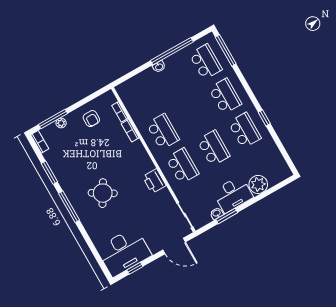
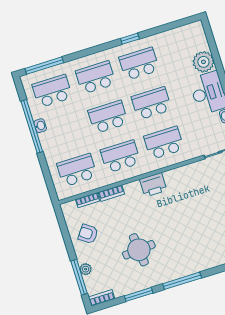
washbasin: (159, 67) -> (40, 126), moved
school desk: (143, 97) -> (77, 170), added
school desk: (194, 114) -> (108, 117), added
armchair: (91, 119) -> (88, 234), turned -144
printer: (154, 181) -> (153, 185), moved
round table: (103, 193) -> (139, 250), moved, turned -36

